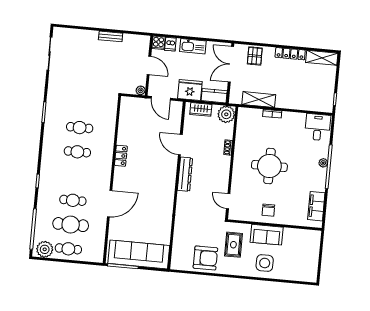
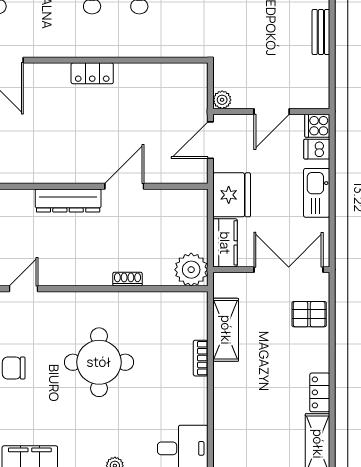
locker: (290, 54) -> (320, 392), width x0.66
wardrobe: (201, 109) -> (196, 219), removed

